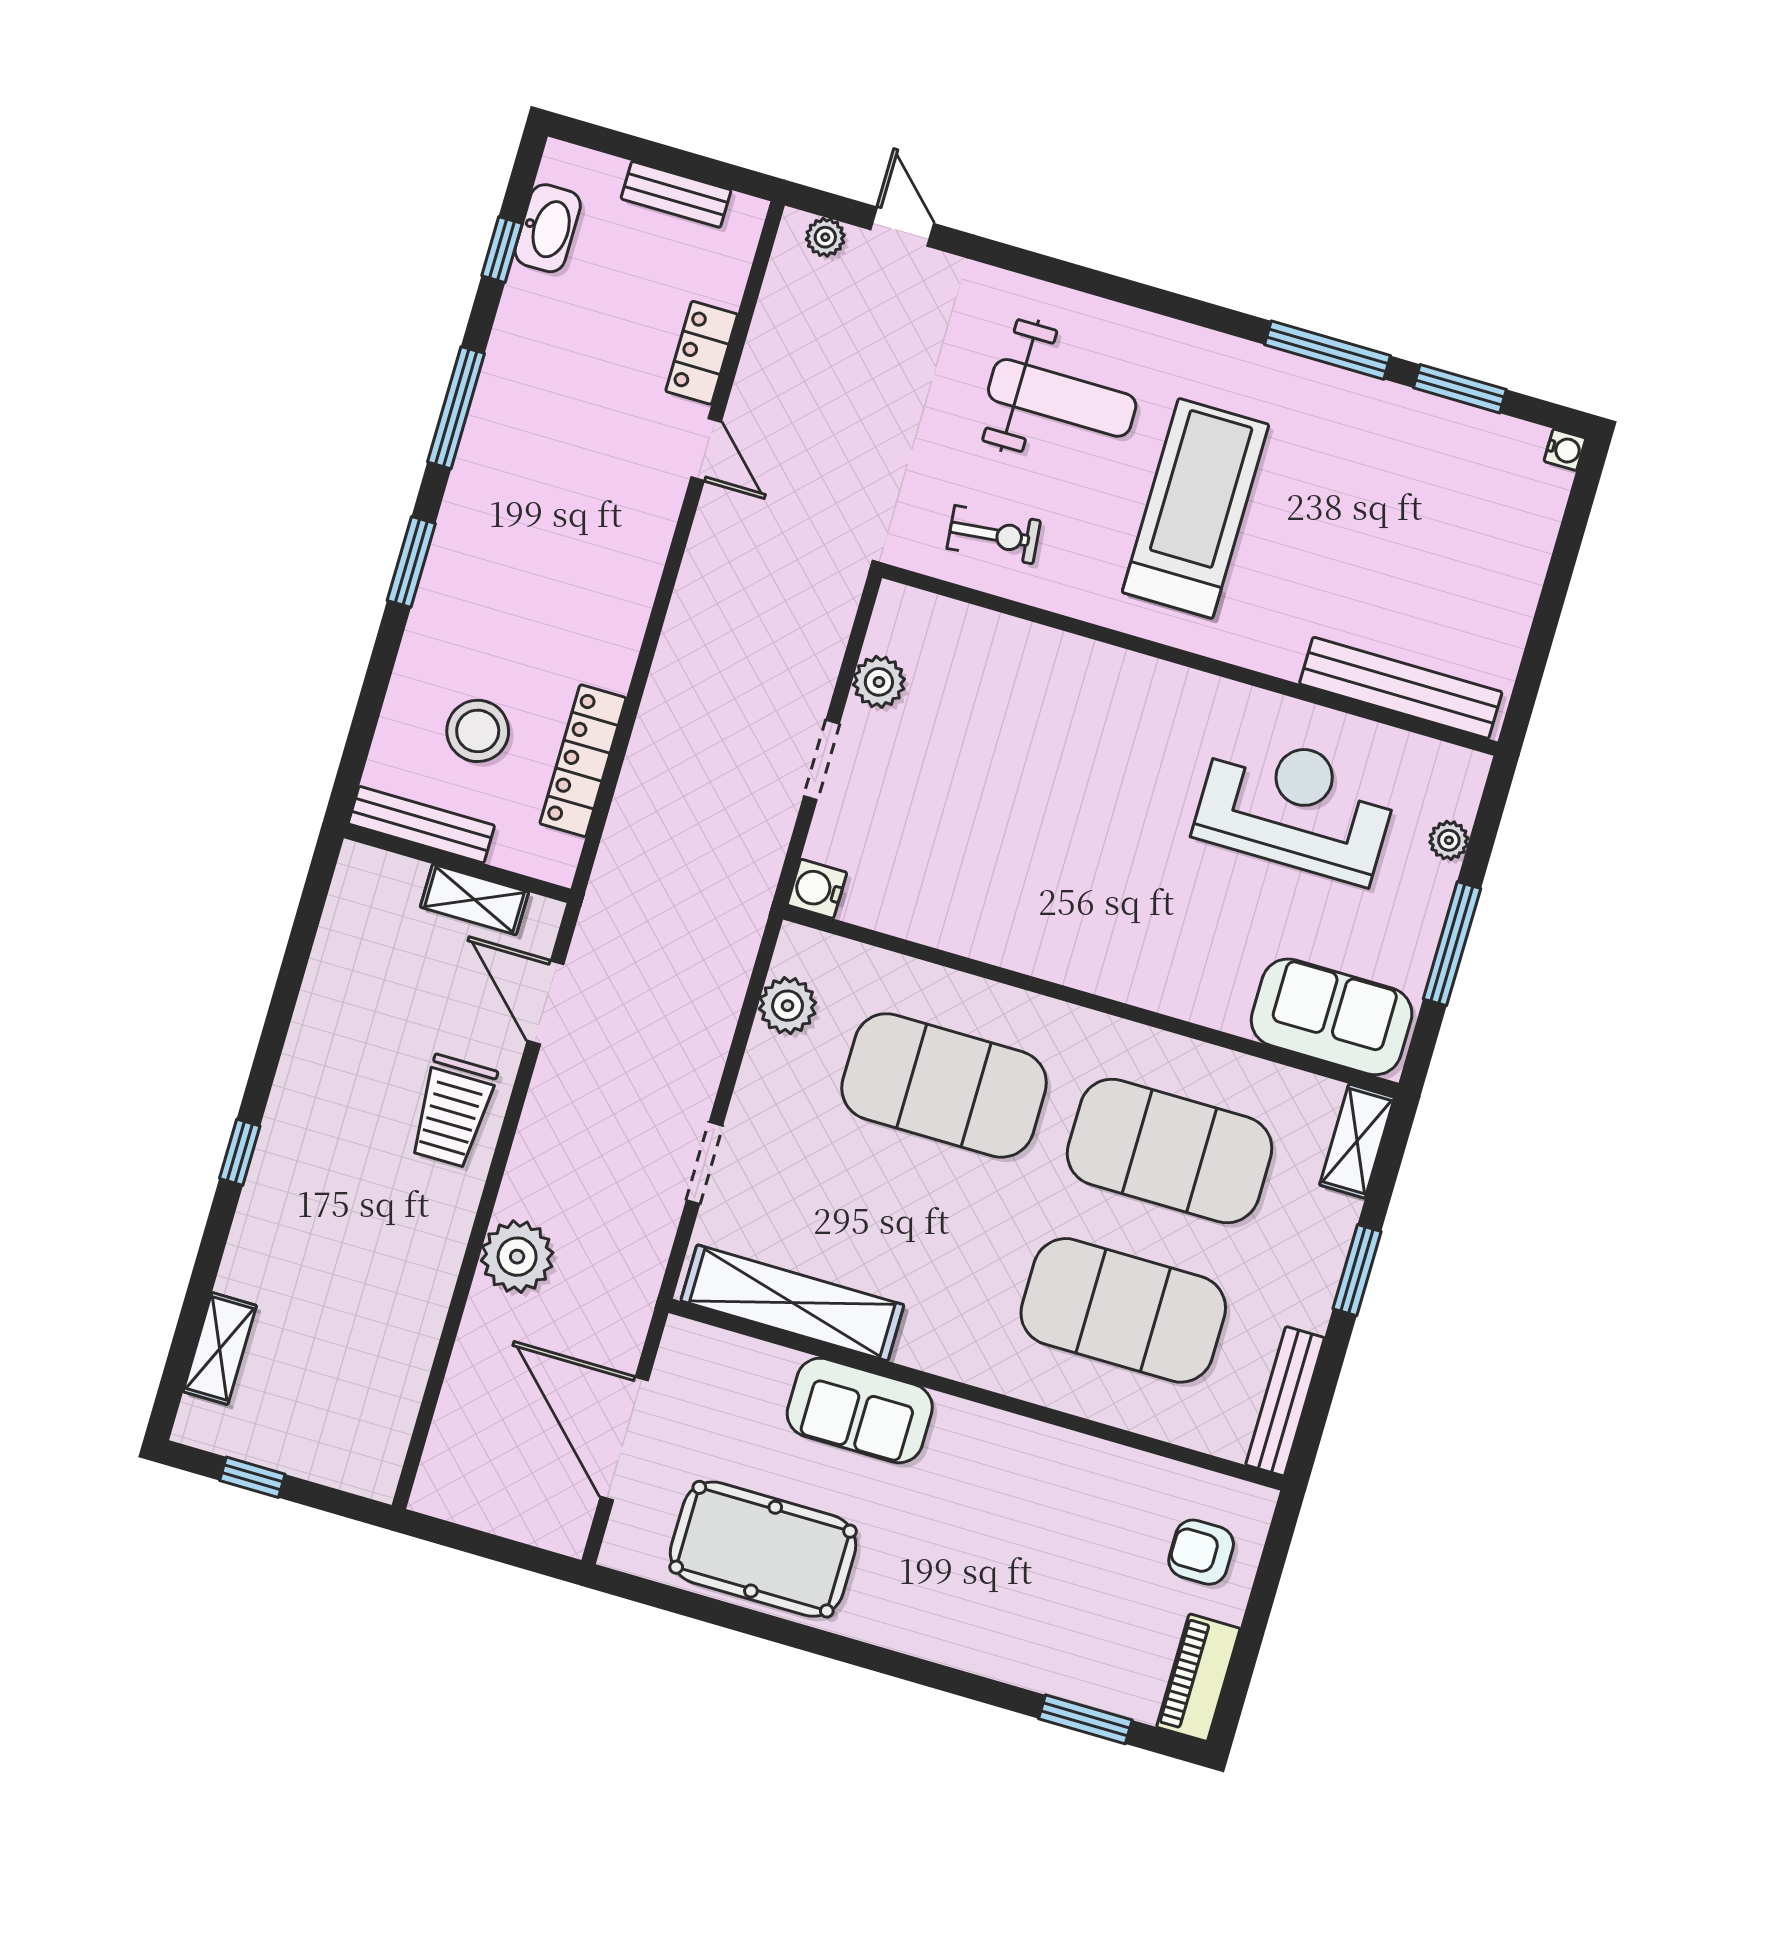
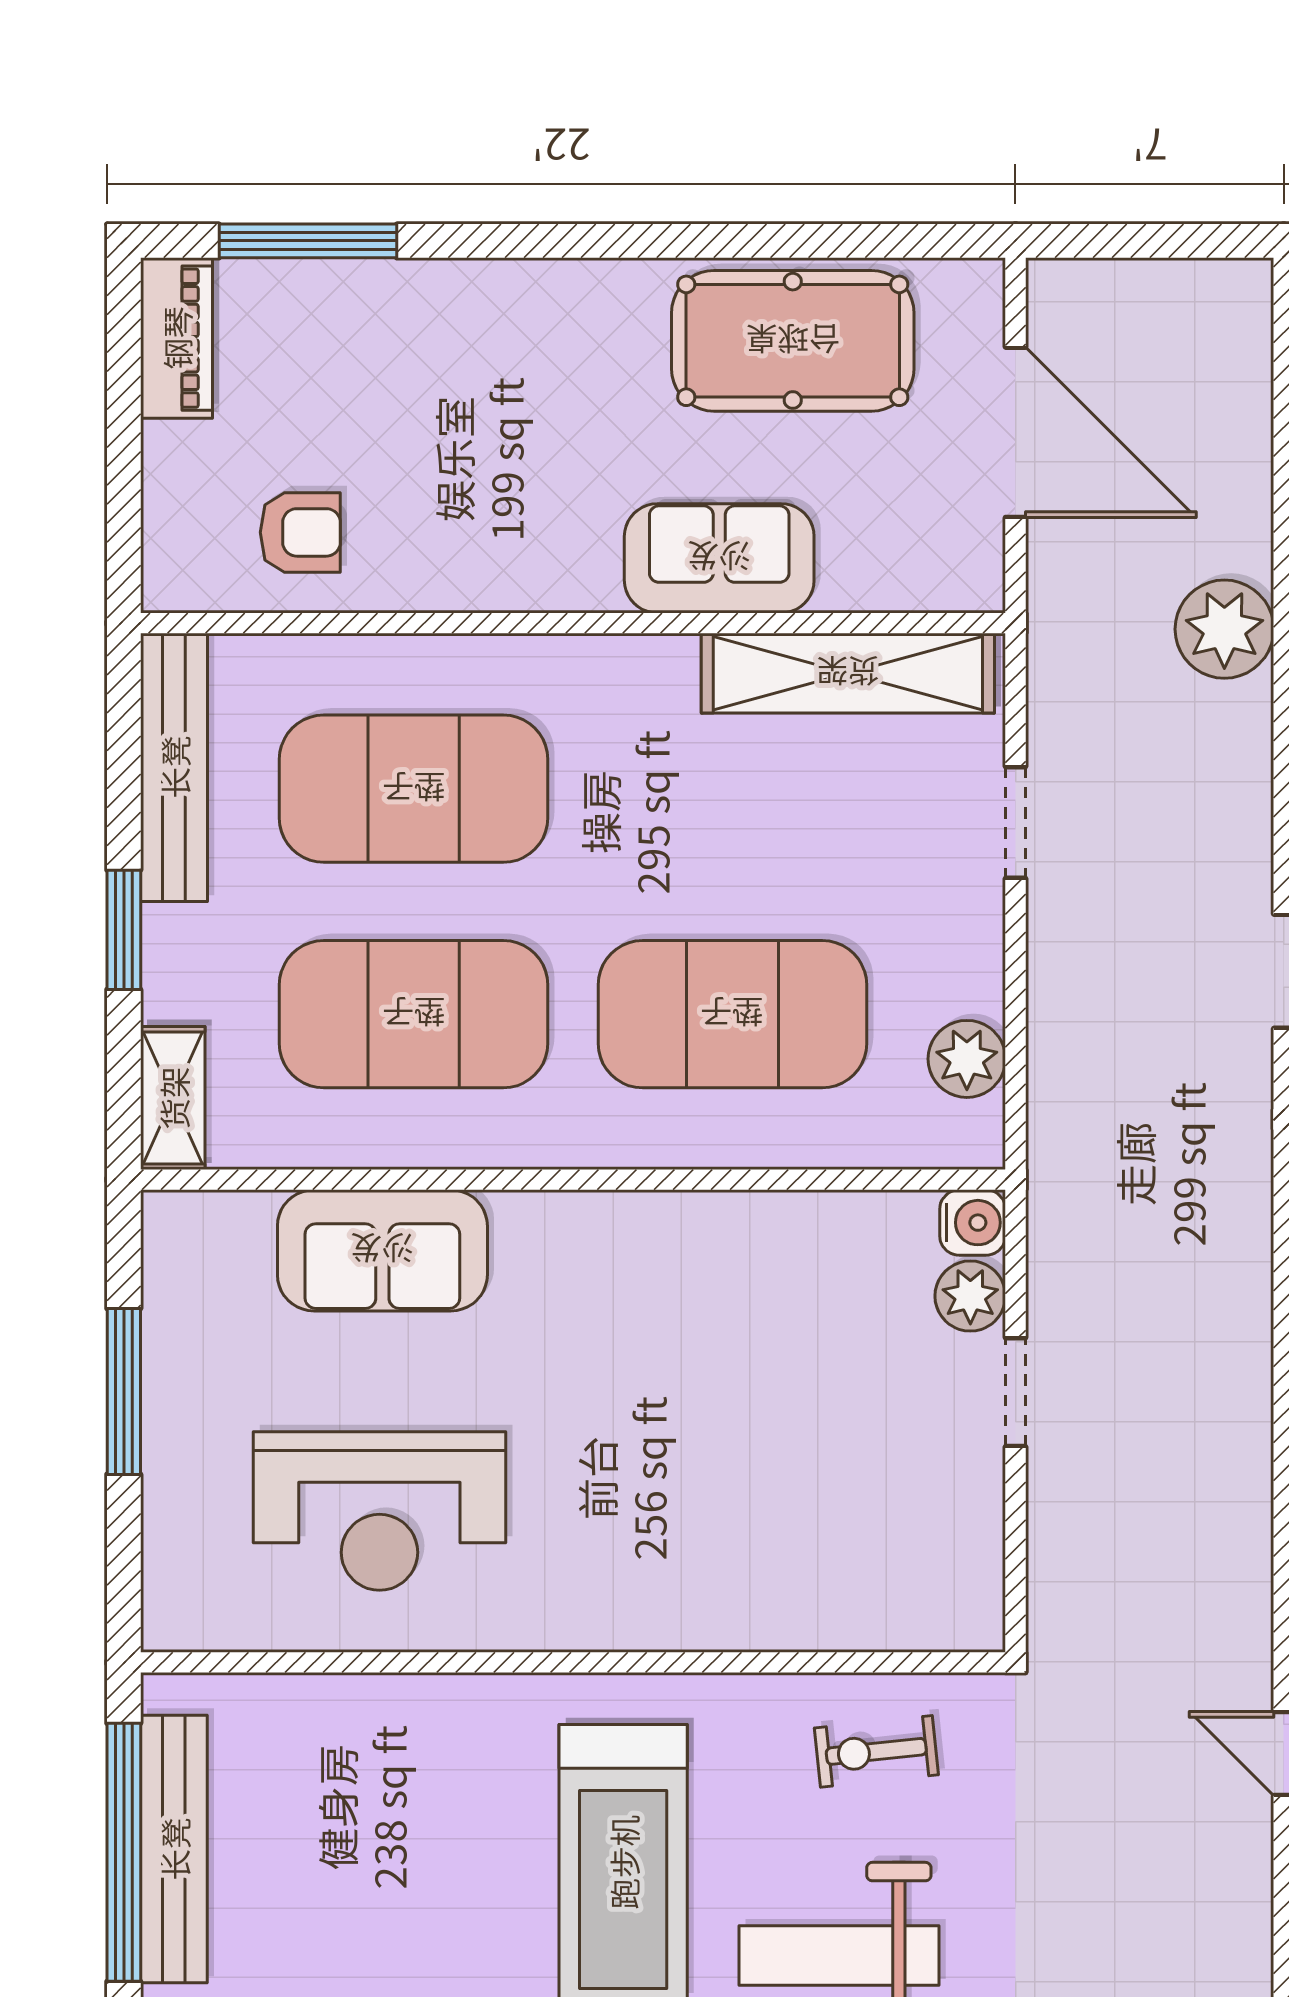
window: (1547, 618) -> (124, 1852), added
plant: (879, 682) -> (970, 1296), moved
bench: (1401, 688) -> (174, 1849), moved, turned 90
plant: (1449, 840) -> (167, 1525), removed
sofa: (1332, 1017) -> (382, 1250), moved
bench: (1285, 1401) -> (174, 767), width x1.37, depth x1.21
armchair: (1201, 1552) -> (300, 532), moved
window: (1085, 1719) -> (308, 241), width x1.44

